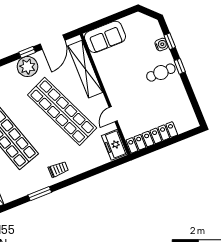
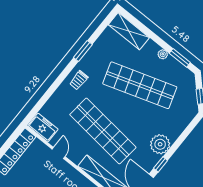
plant: (27, 67) -> (160, 144), moved
shop shelf: (62, 111) -> (103, 131), turned 30

